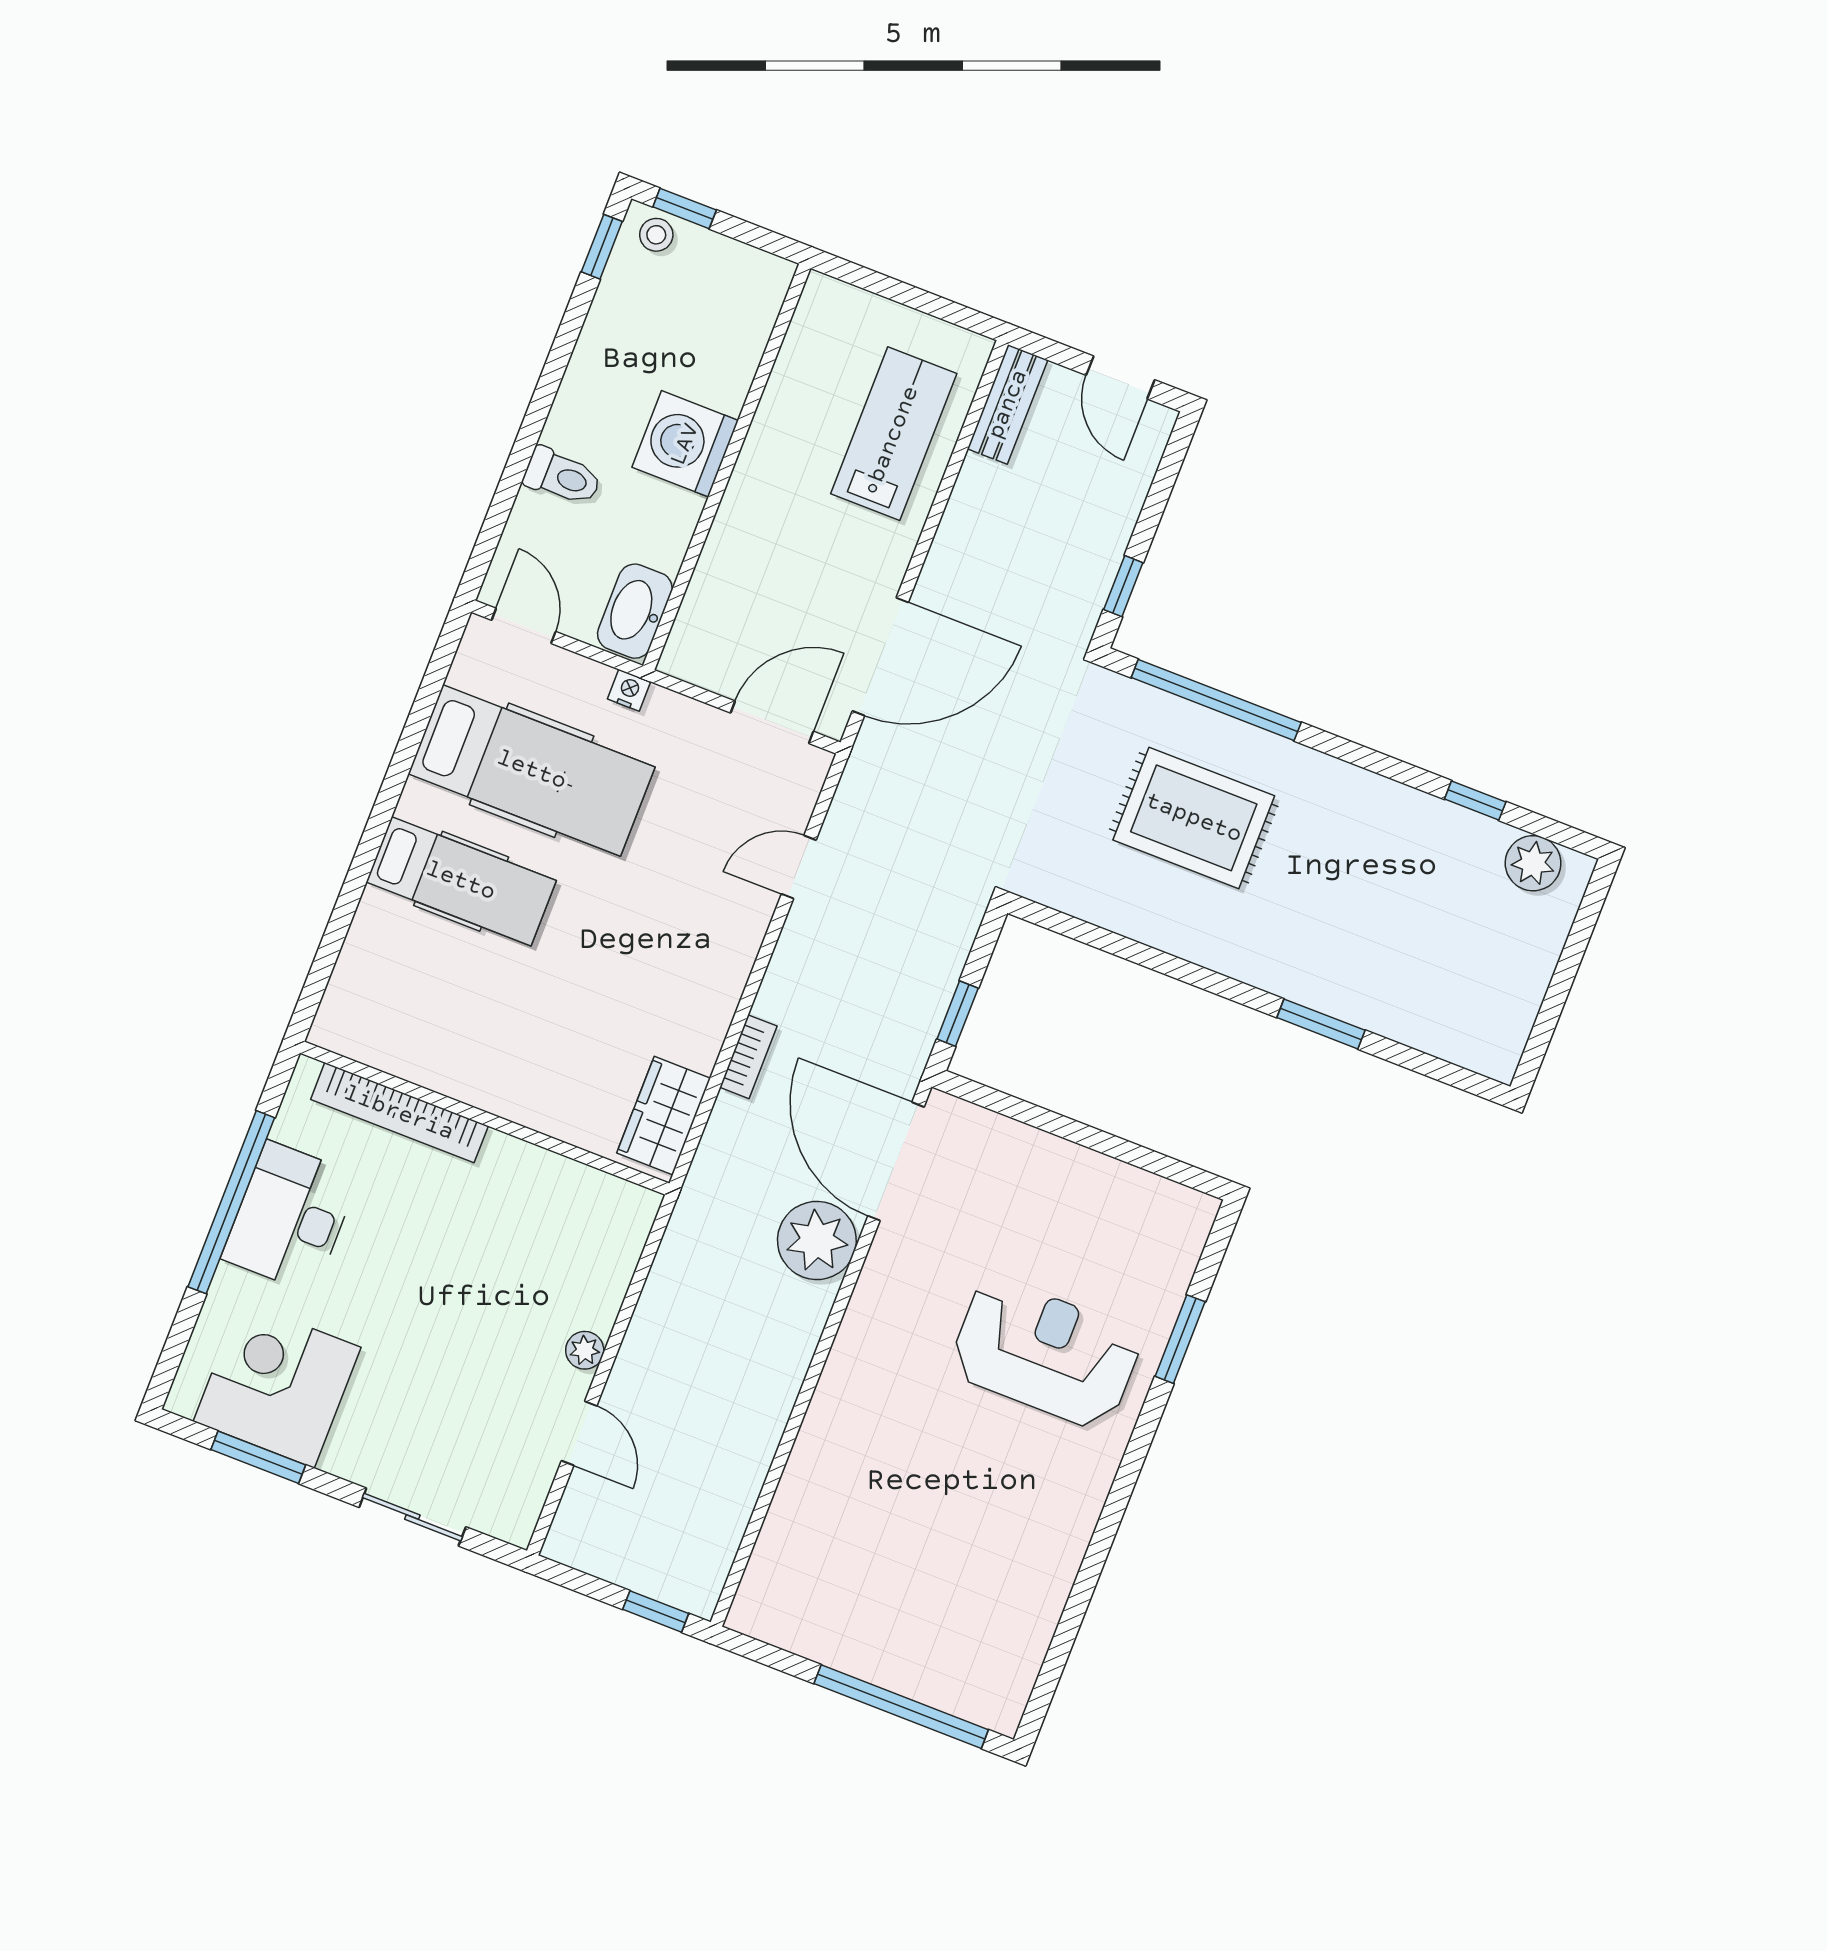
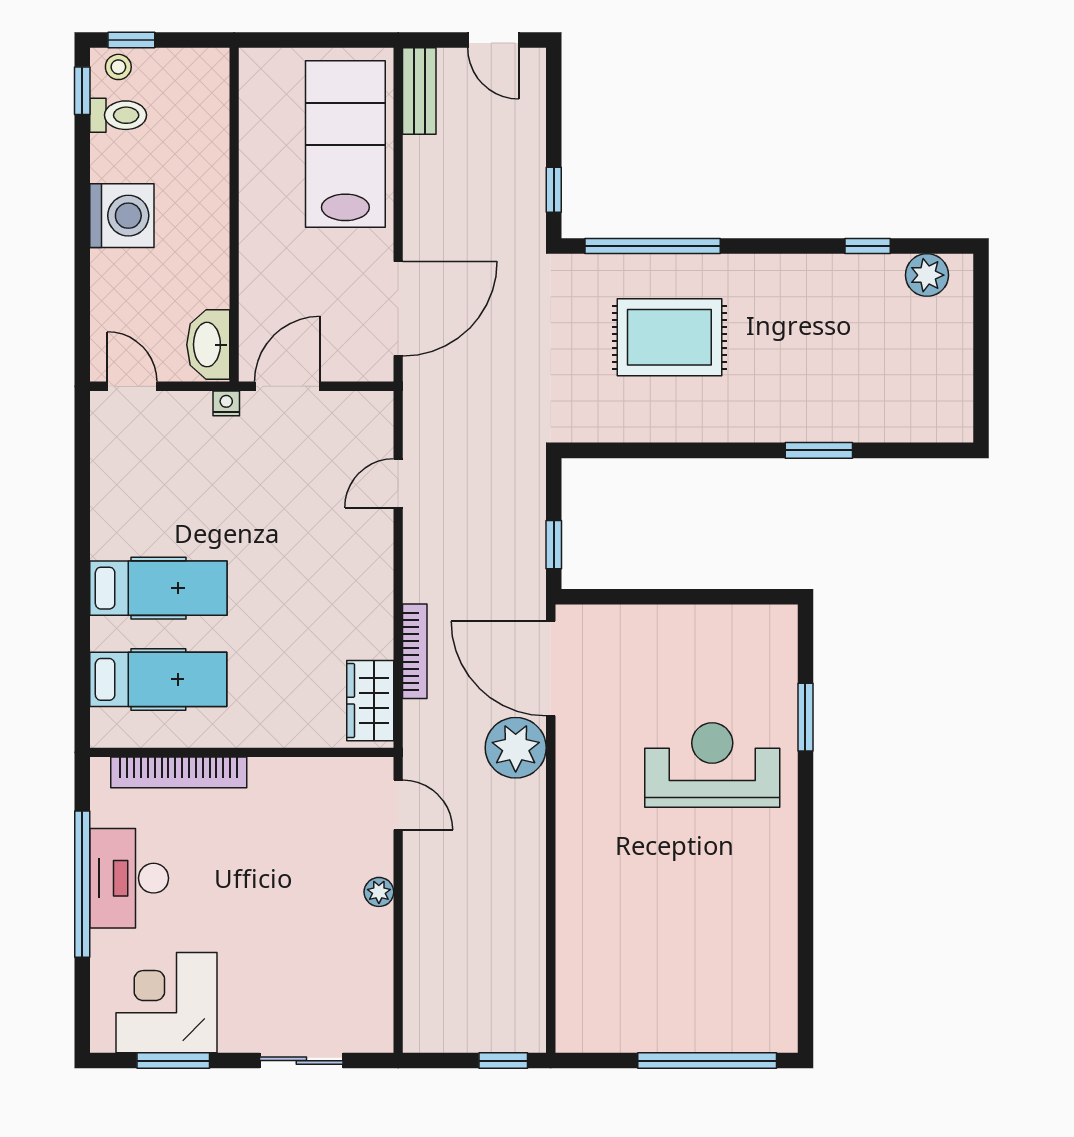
lab bench: (894, 434) -> (345, 144), width x1.36, depth x1.39
washing machine: (685, 444) -> (122, 216), moved, turned 180
toilet: (562, 477) -> (118, 115), moved
door: (772, 722) -> (287, 386), moved
hospital bed: (532, 770) -> (158, 679), moved, width x0.73, depth x0.78
bookcase: (748, 1057) -> (415, 651), width x1.56
door: (579, 1433) -> (398, 805), moved

